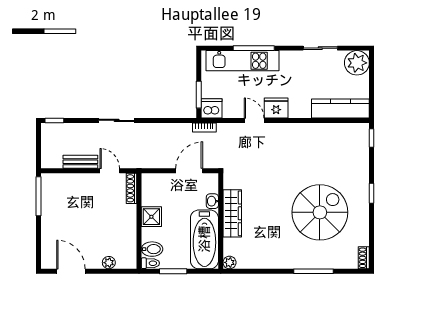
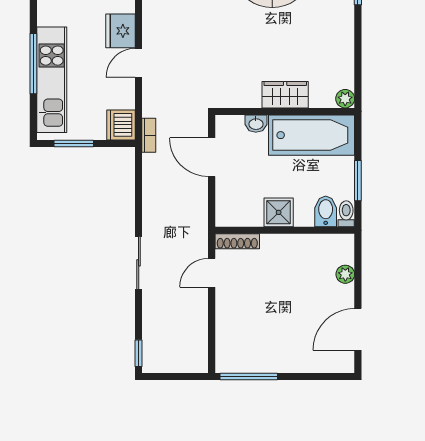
window: (199, 95) -> (74, 143), moved
bench: (80, 162) -> (199, 316), removed
wardrobe: (232, 213) -> (285, 95), width x0.67

